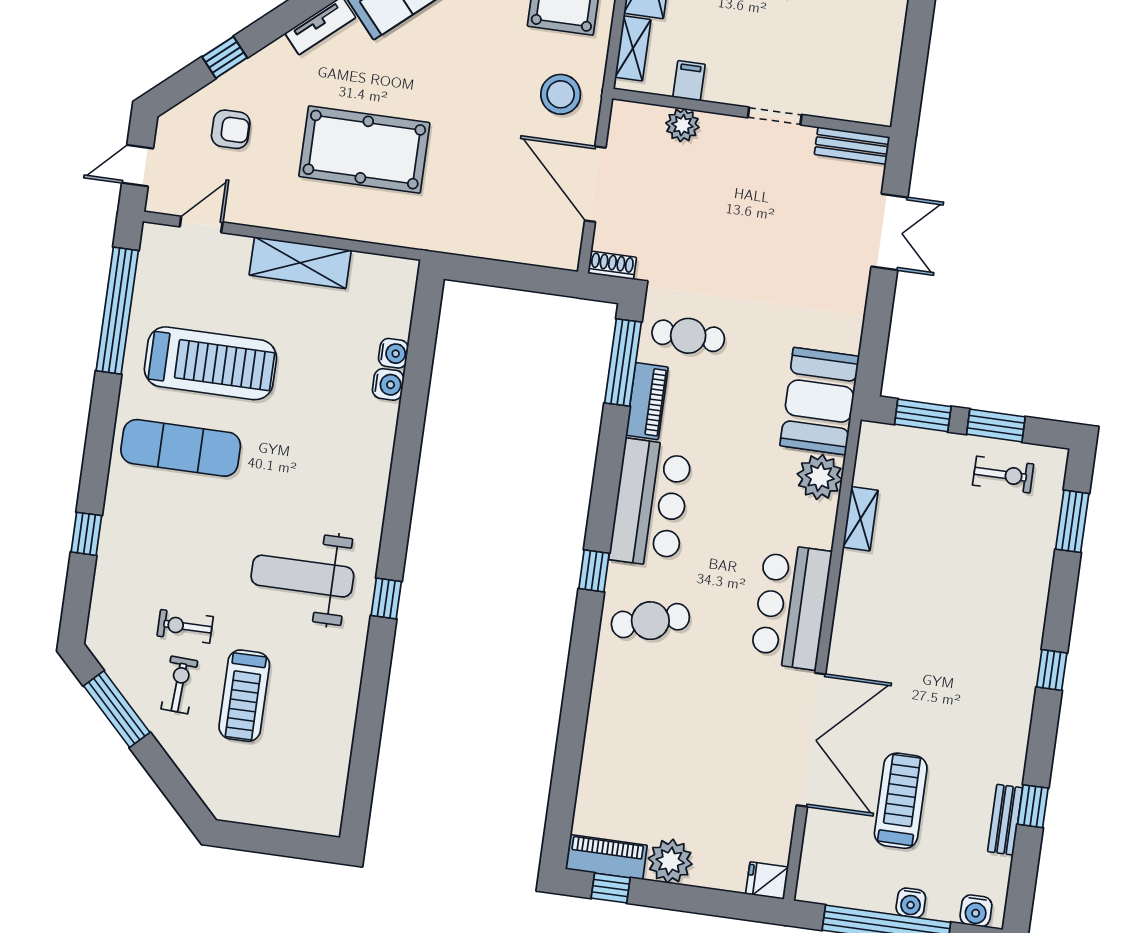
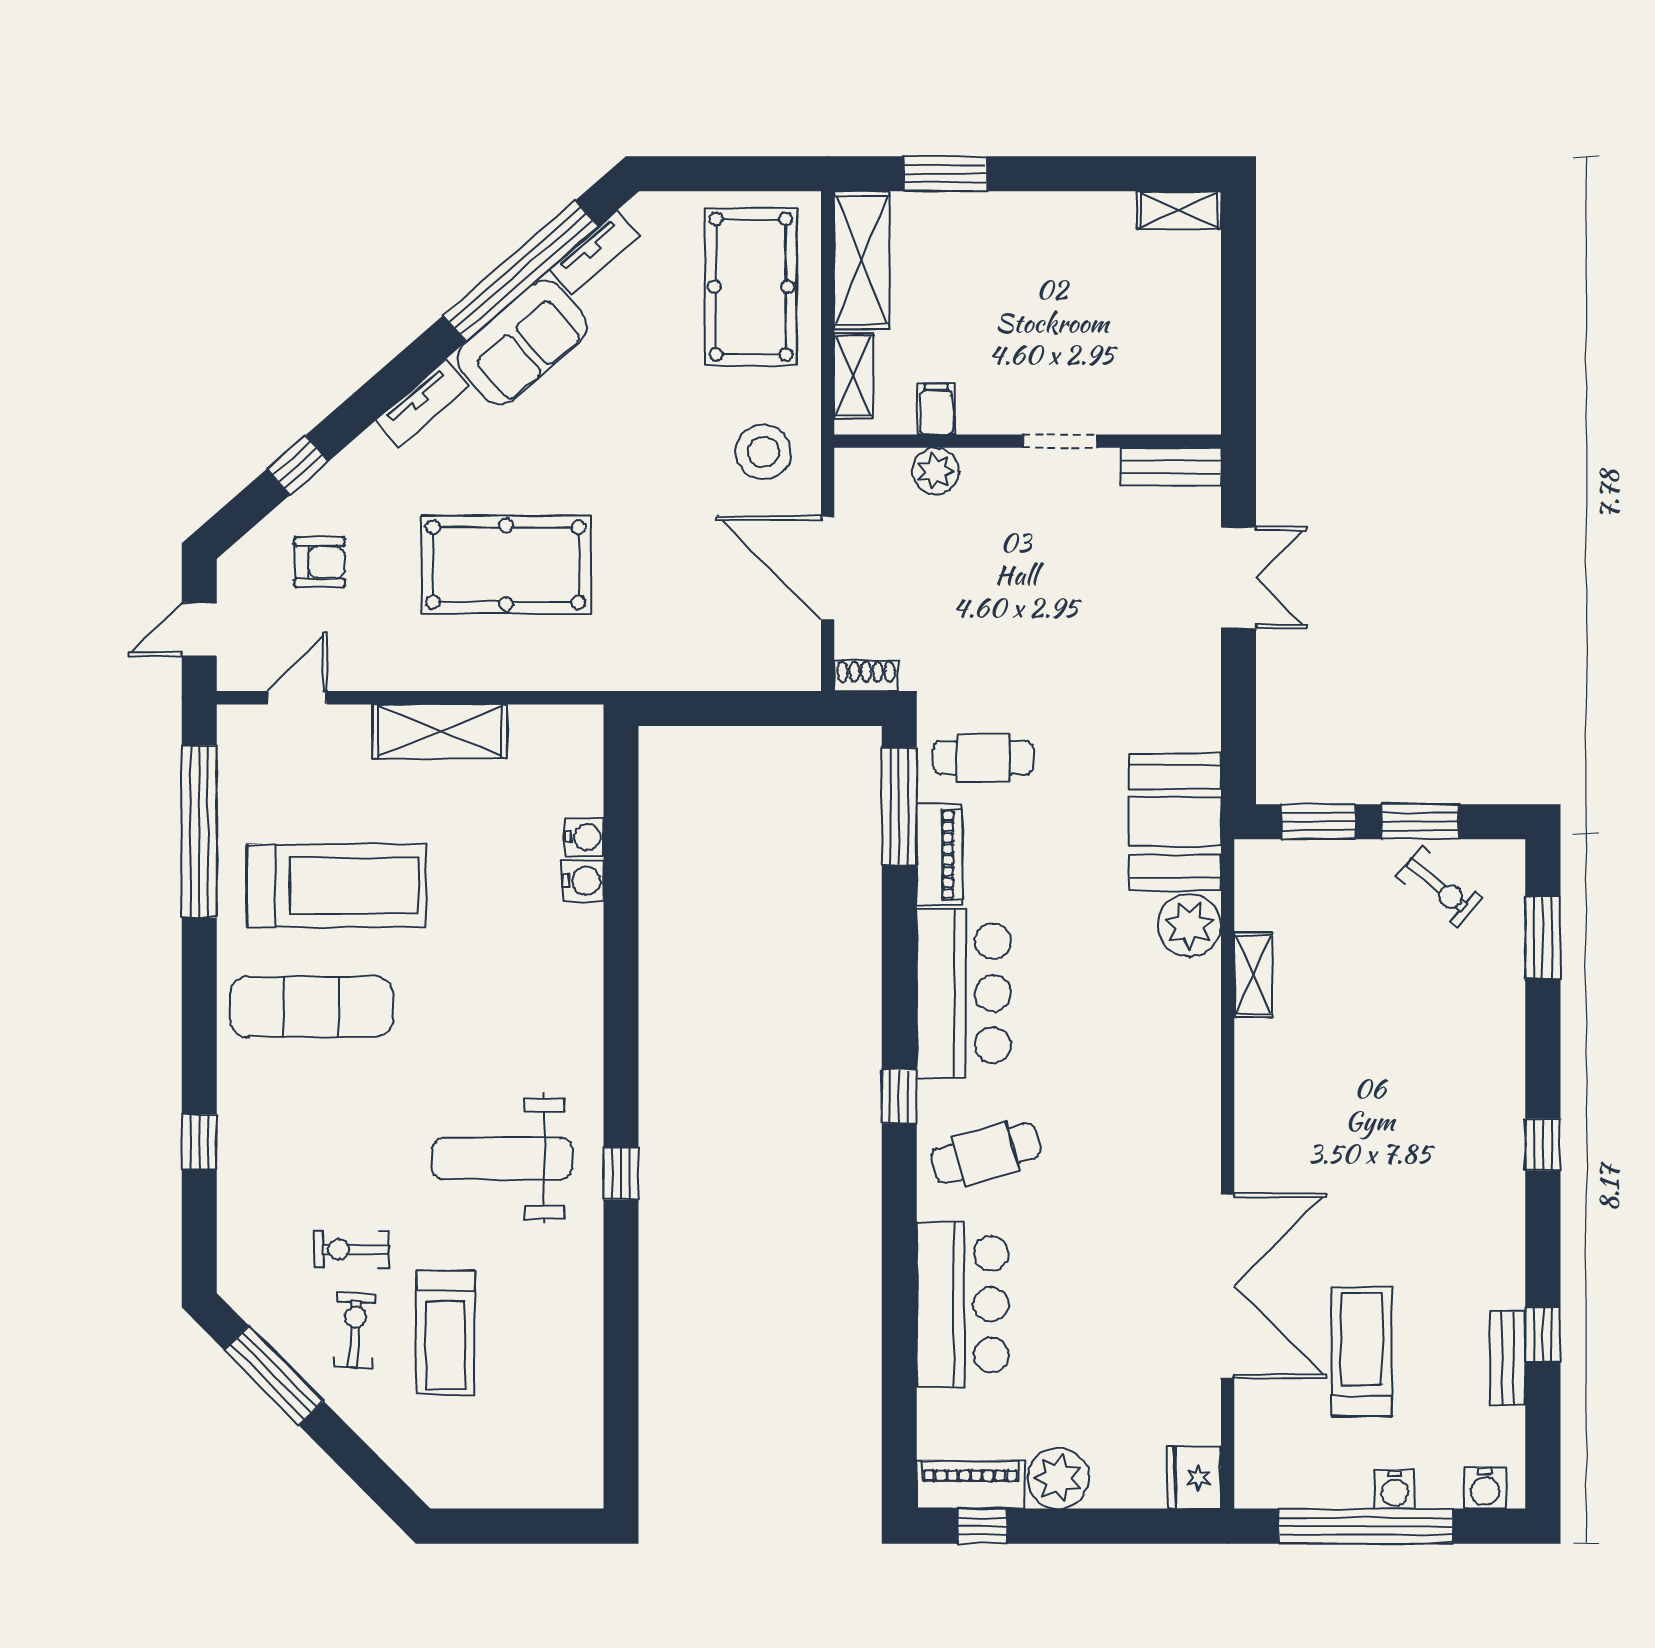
exercise bike: (1003, 475) -> (1440, 887), turned 40
bar counter: (791, 606) -> (963, 1304), moved, turned 180
fridge: (767, 881) -> (1194, 1478), width x1.38

